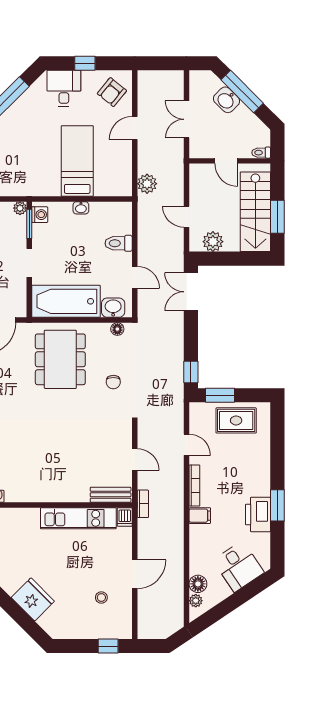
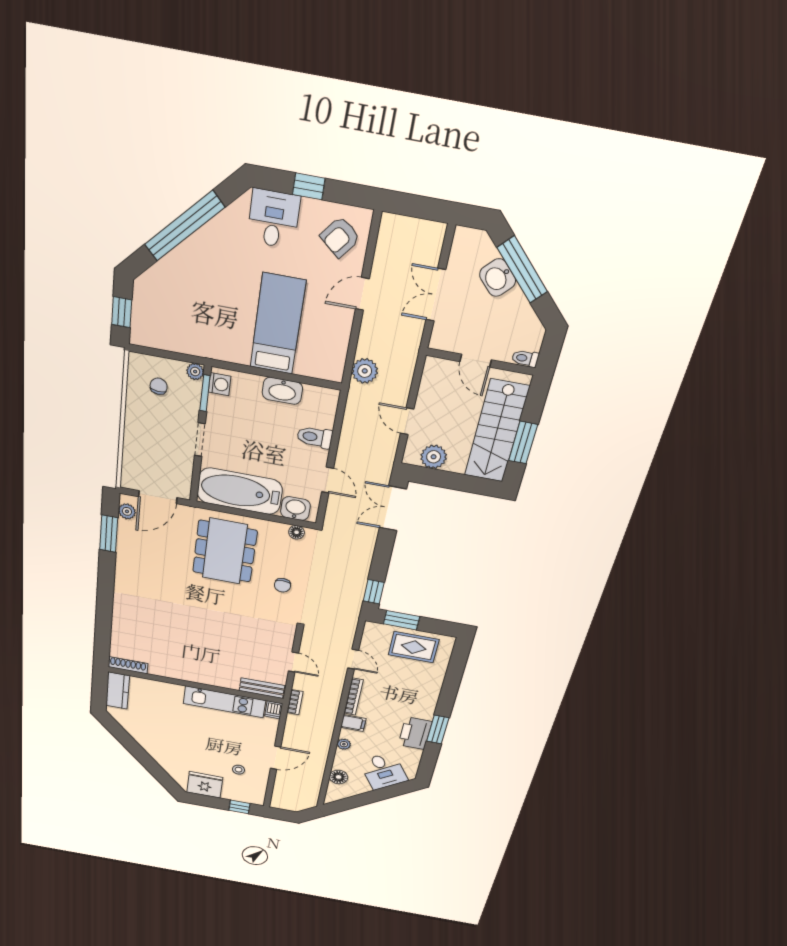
washbasin: (81, 208) -> (282, 391), width x1.91, depth x1.45
fridge: (33, 599) -> (205, 785), moved, turned -45
plant: (196, 601) -> (344, 744), moved

